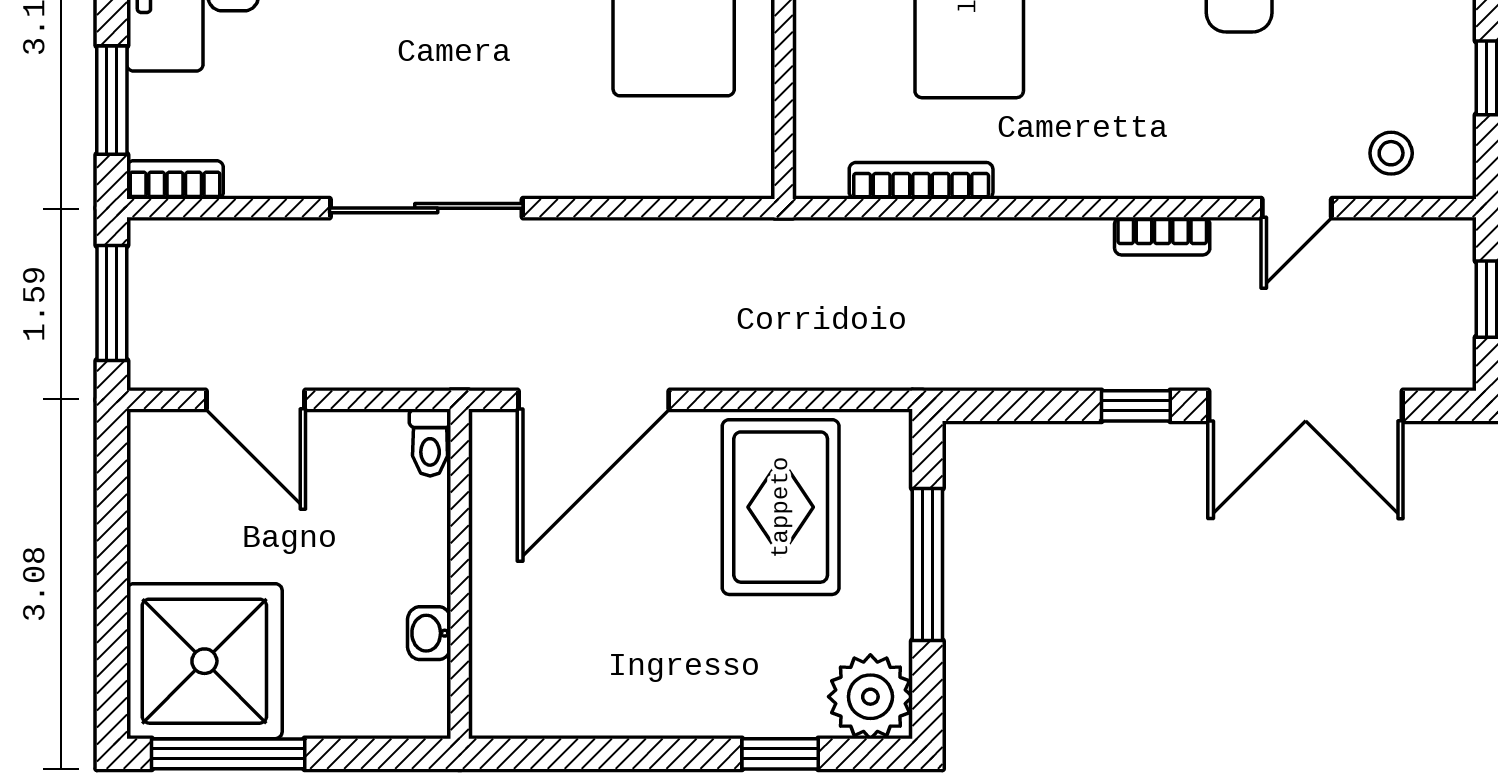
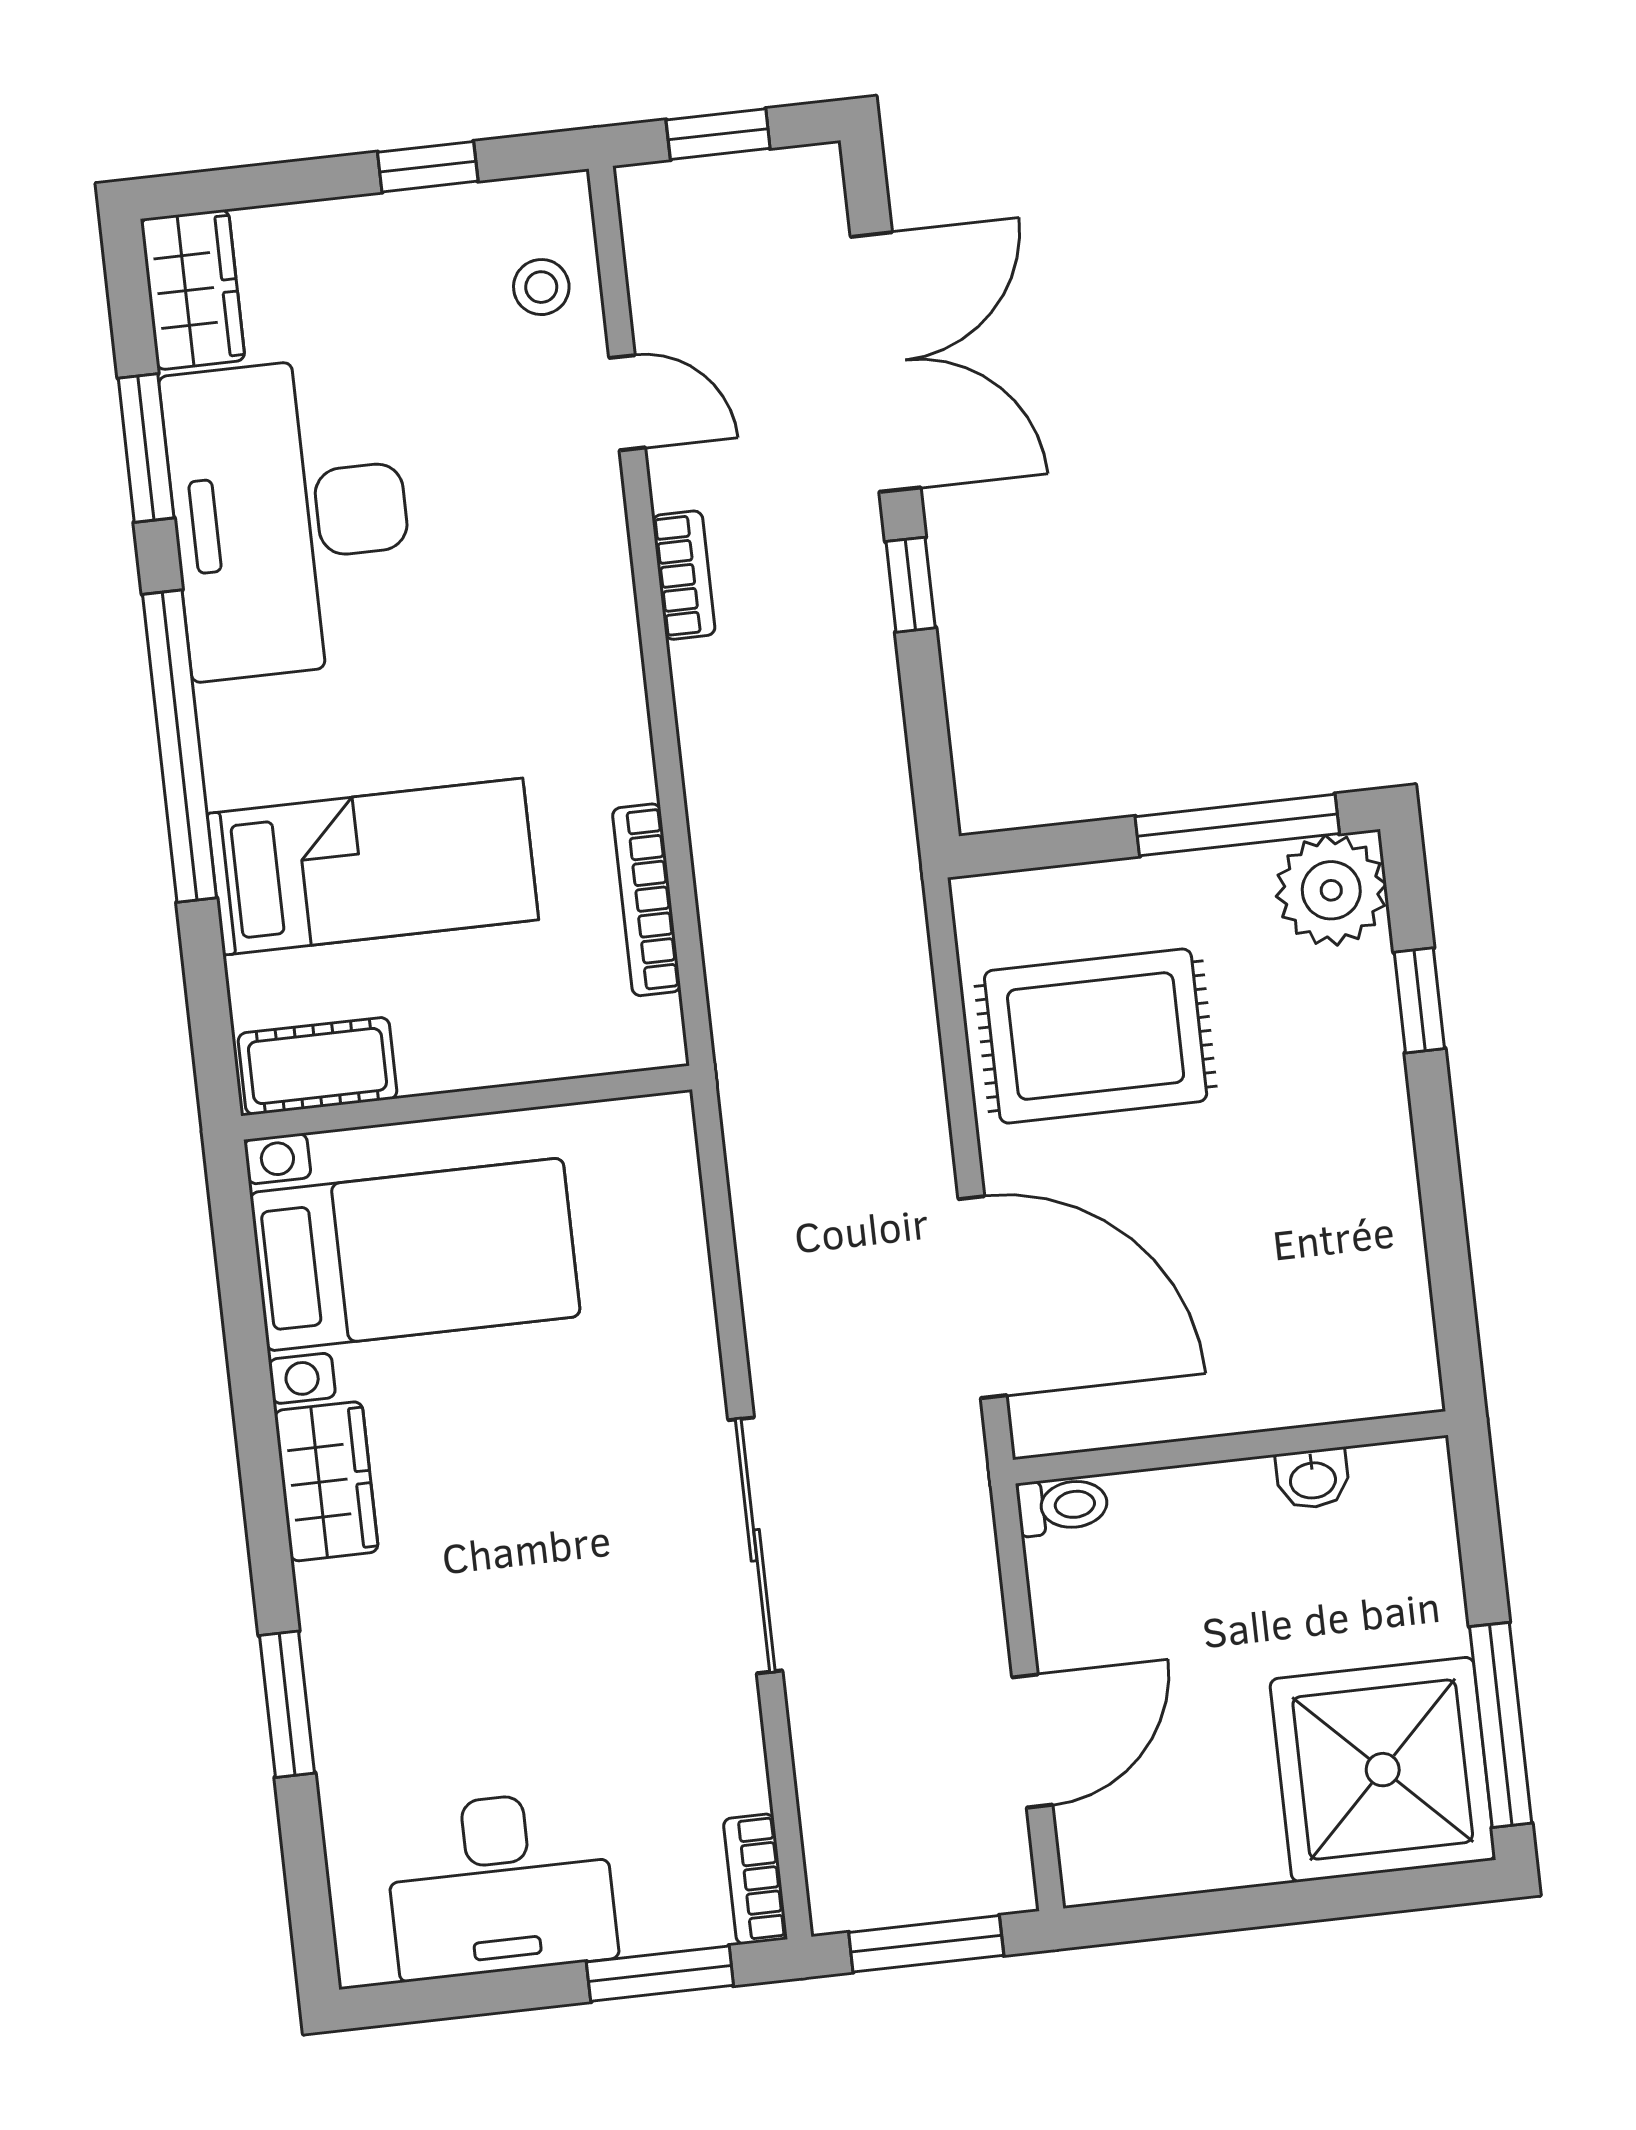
window: (927, 564) -> (1237, 825), moved

